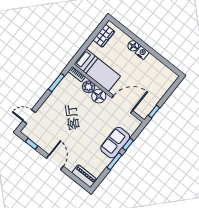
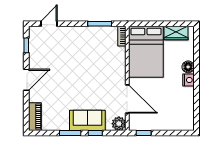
bed: (97, 70) -> (146, 52), width x1.50
plant: (89, 87) -> (119, 124), moved
floor lamp: (99, 96) -> (118, 72), removed
door: (29, 117) -> (49, 24), hinge flipped

